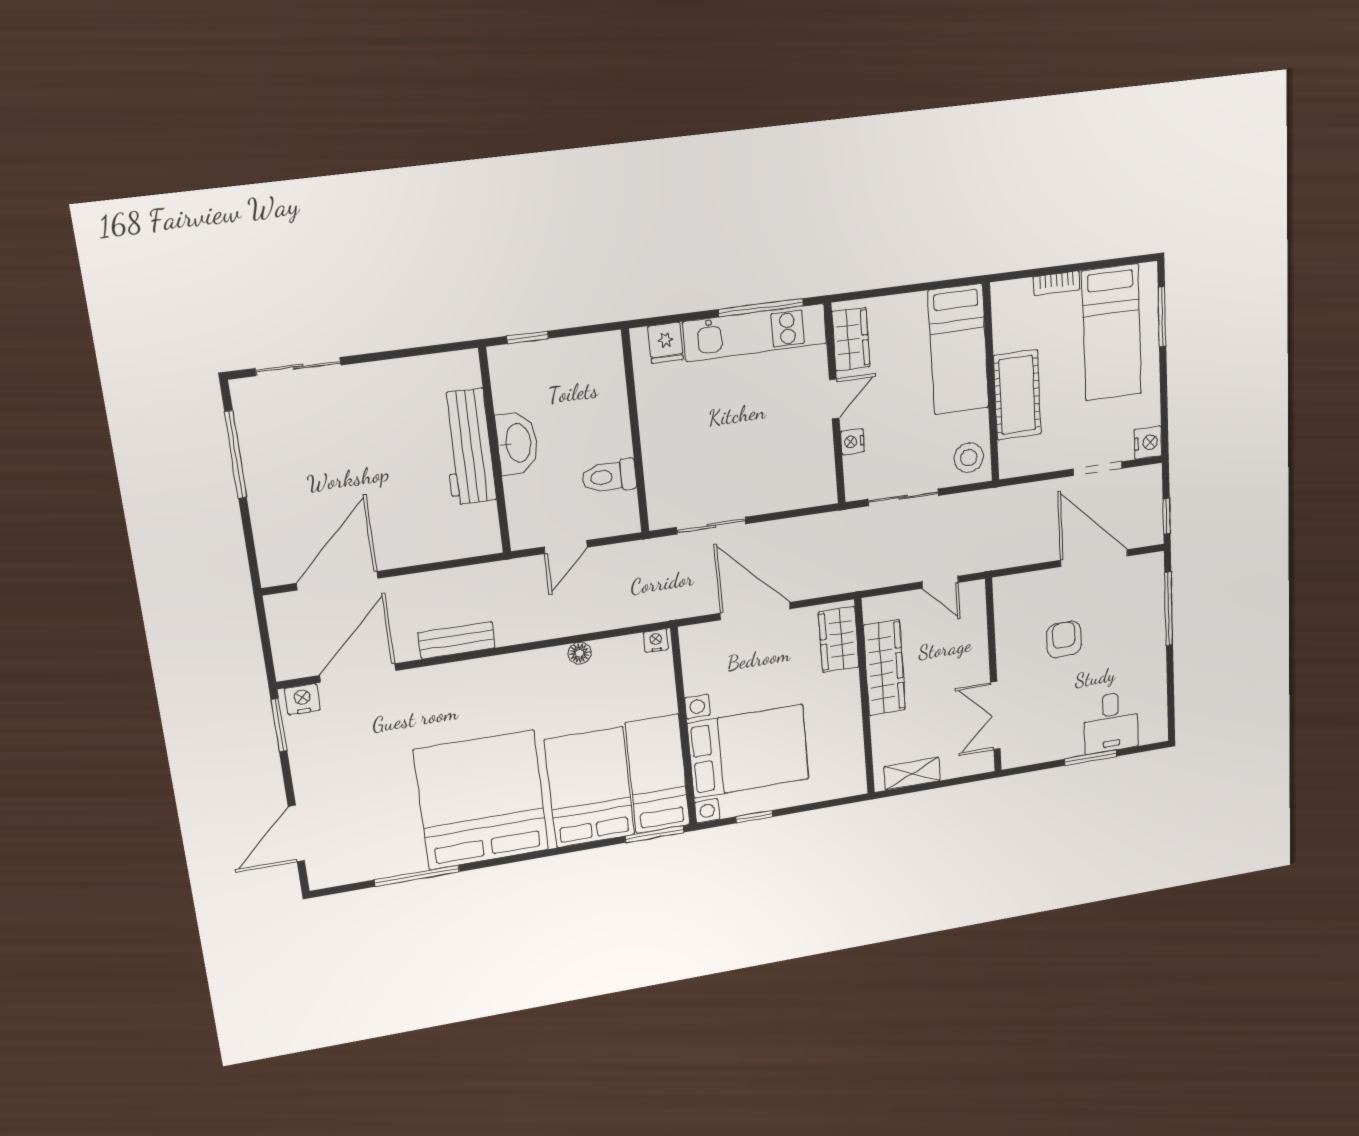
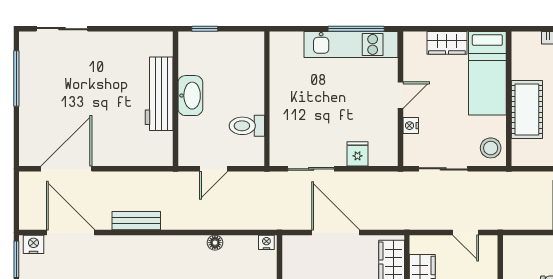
wardrobe: (851, 339) -> (447, 43), moved, turned 90
fridge: (666, 343) -> (358, 154), moved, turned 180
door: (358, 673) -> (71, 232), hinge flipped

